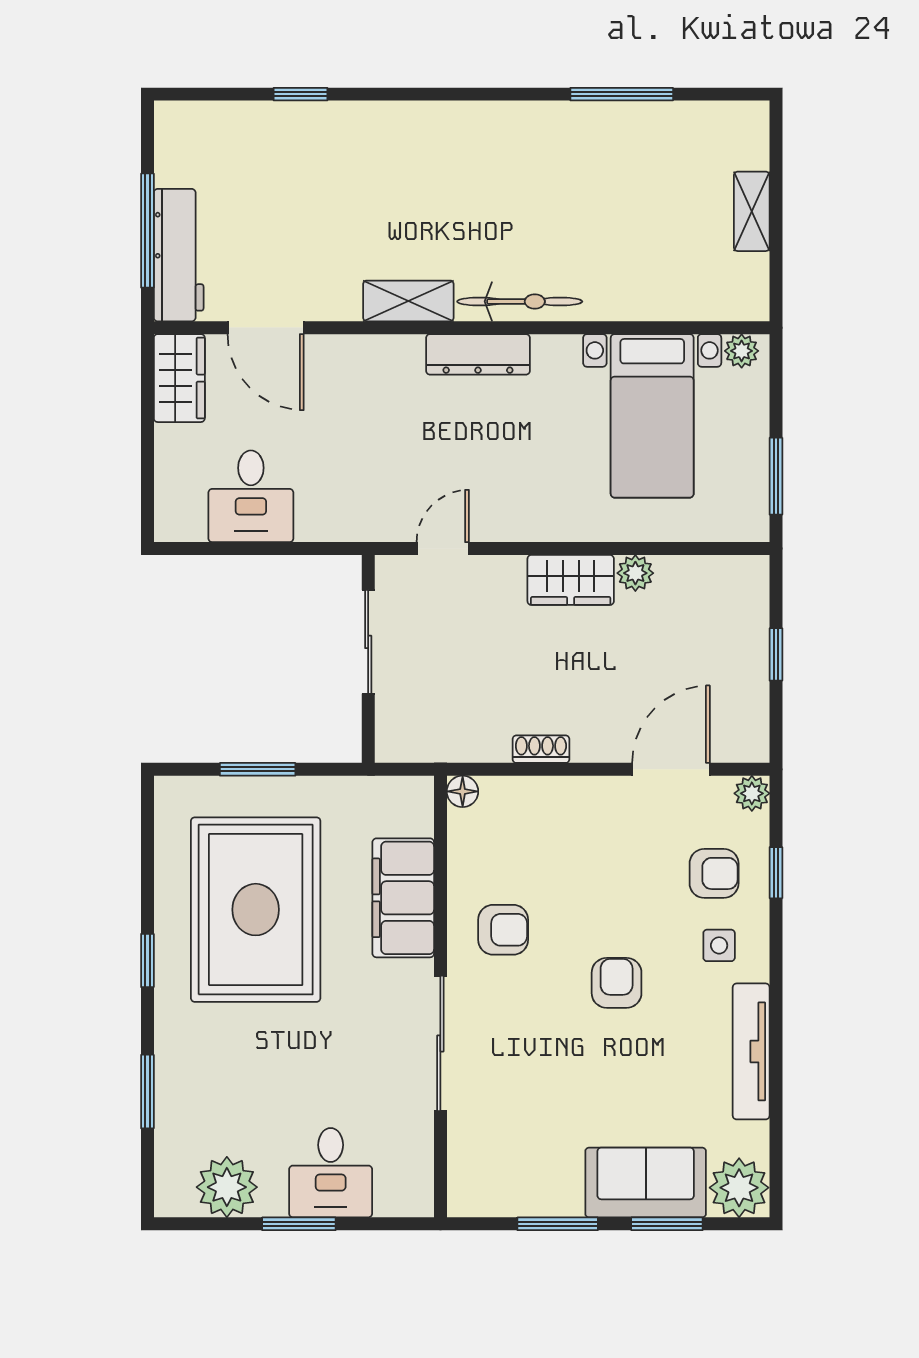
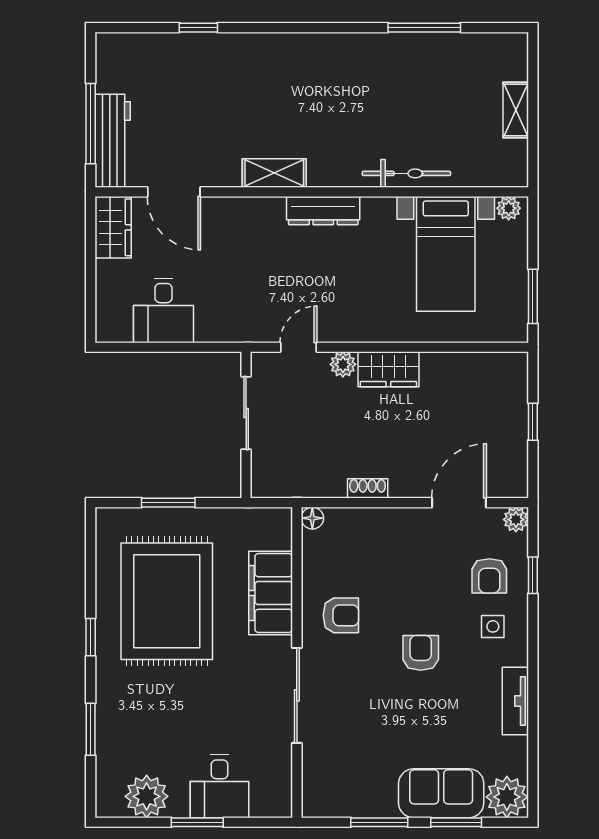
bicycle: (520, 301) -> (406, 173), moved
plant: (635, 573) -> (343, 364), moved
armchair: (714, 873) -> (489, 576), turned 90
tv unit: (751, 1051) -> (515, 701), width x0.71

